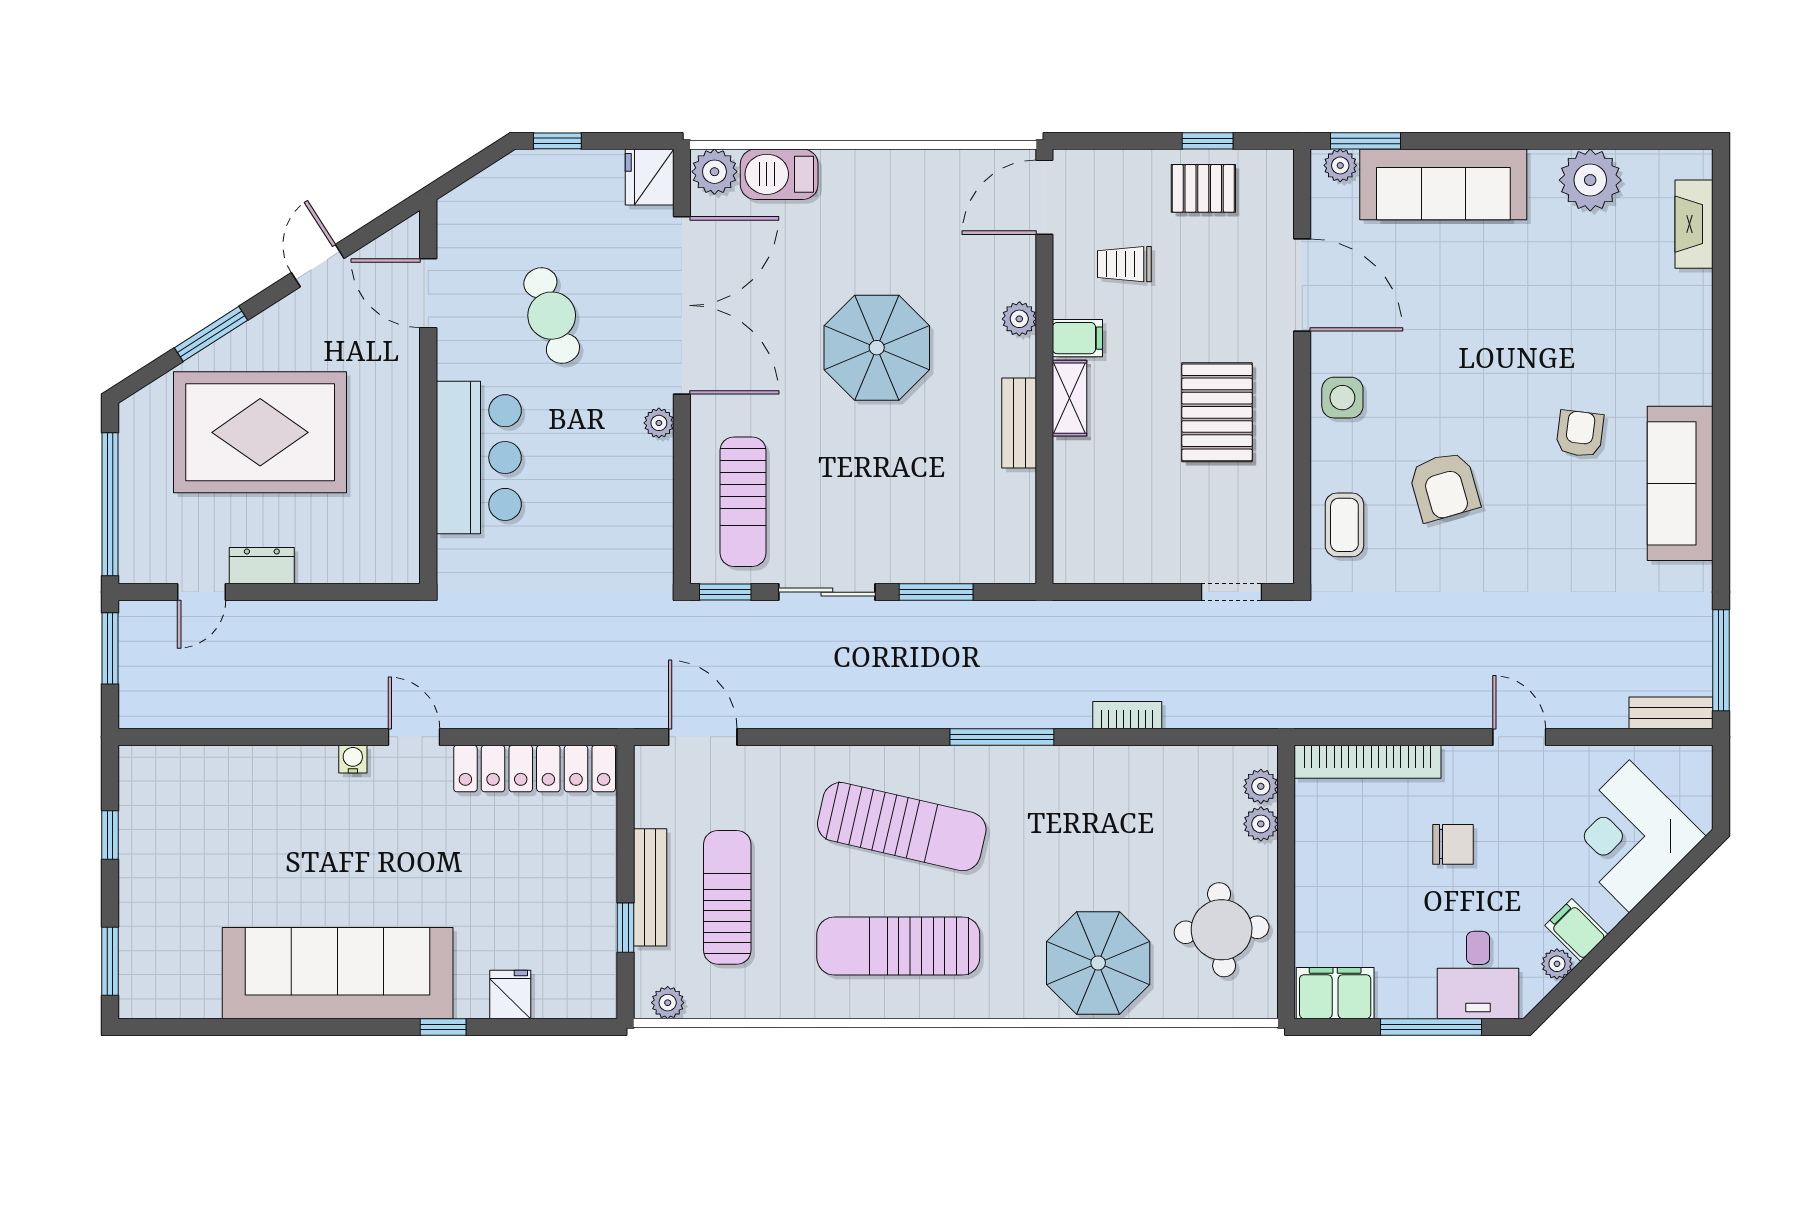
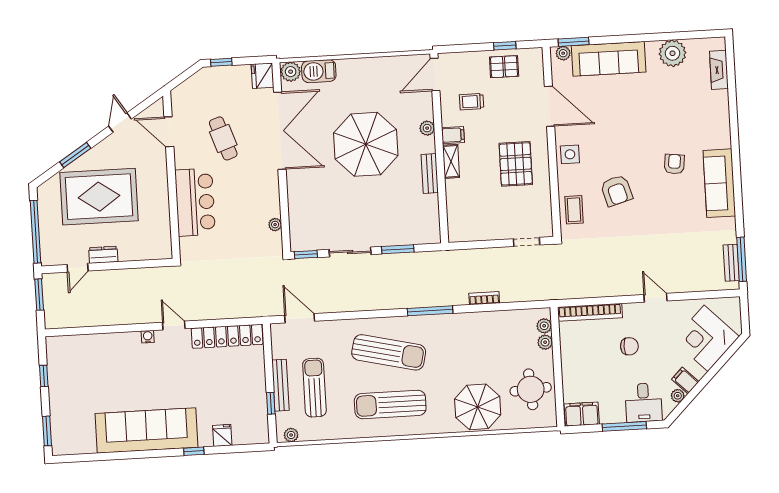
parasol: (877, 348) -> (366, 144), width x1.36, depth x1.36
plant: (659, 423) -> (275, 225), moved
sun lounger: (743, 502) -> (311, 215), removed
bench: (1671, 713) -> (731, 263), moved, turned 90

